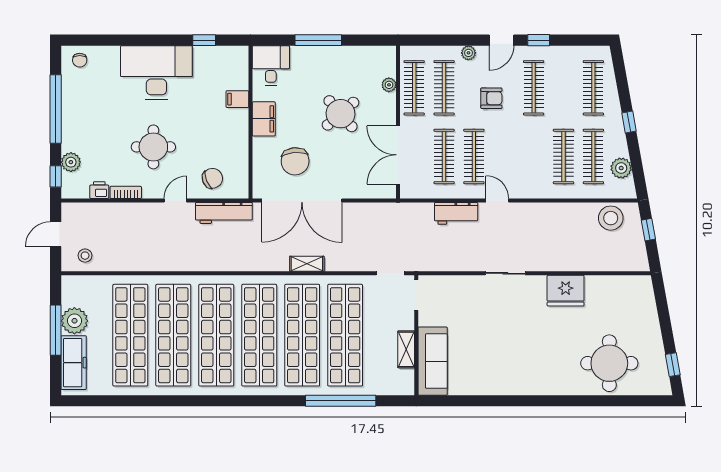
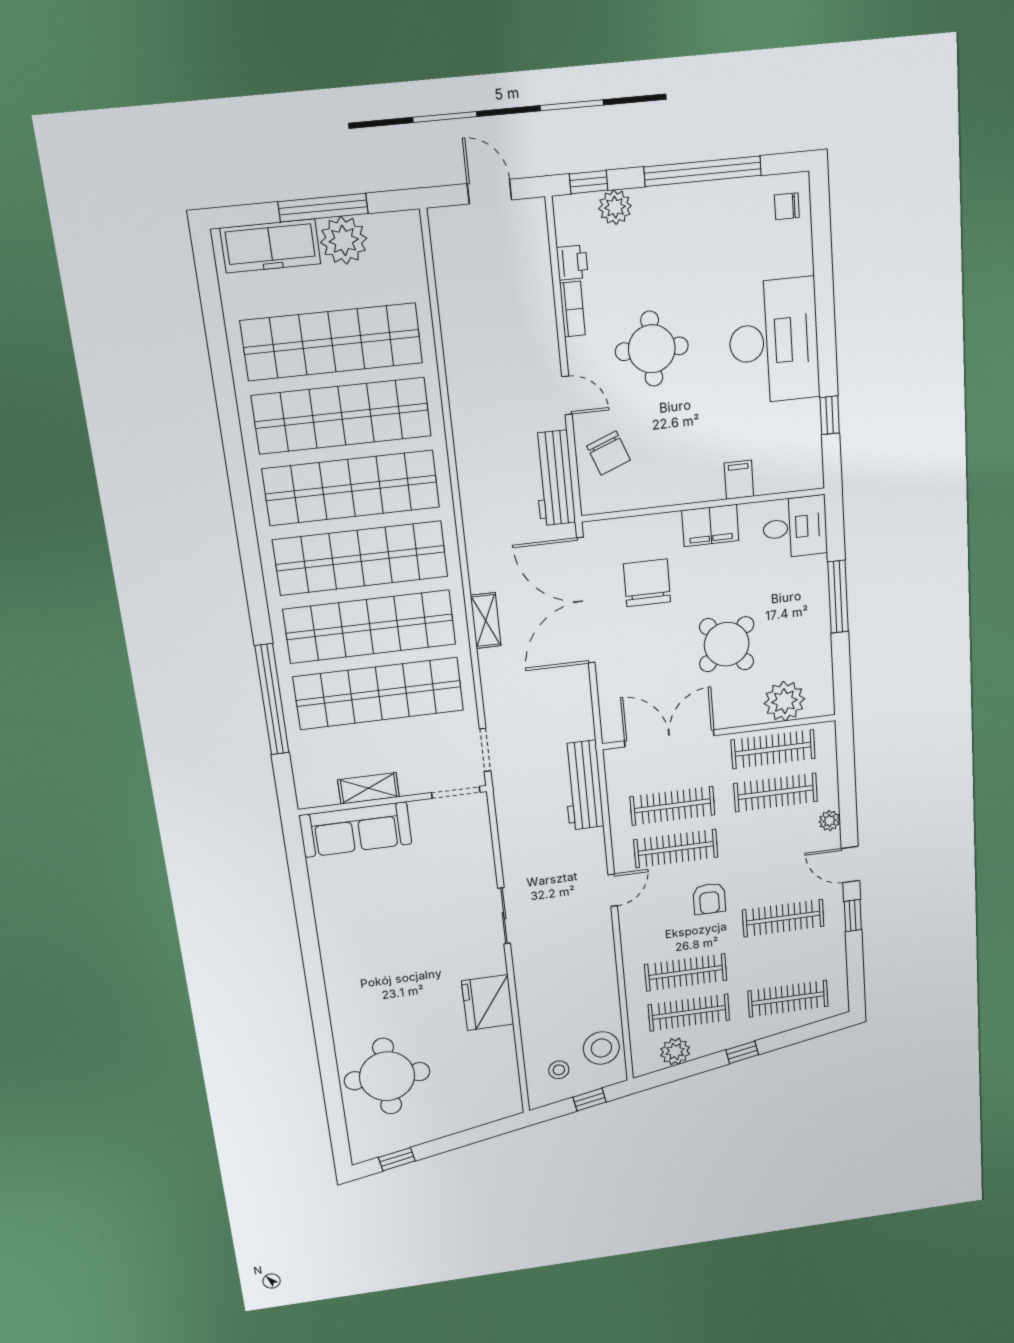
plant: (389, 85) -> (784, 701), width x1.88, depth x1.88
armchair: (491, 98) -> (709, 899), moved
chair: (295, 161) -> (647, 583), turned 95
workbench: (456, 213) -> (583, 785), moved, width x1.38
stool: (85, 256) -> (559, 1070), moved

